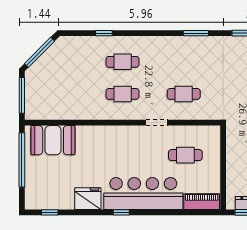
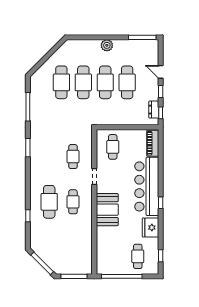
cafe table: (123, 62) -> (49, 202), width x1.37, depth x1.35
booth: (53, 140) -> (107, 210), moved
cafe table: (185, 155) -> (113, 147), moved
cafe table: (49, 181) -> (138, 256), added

